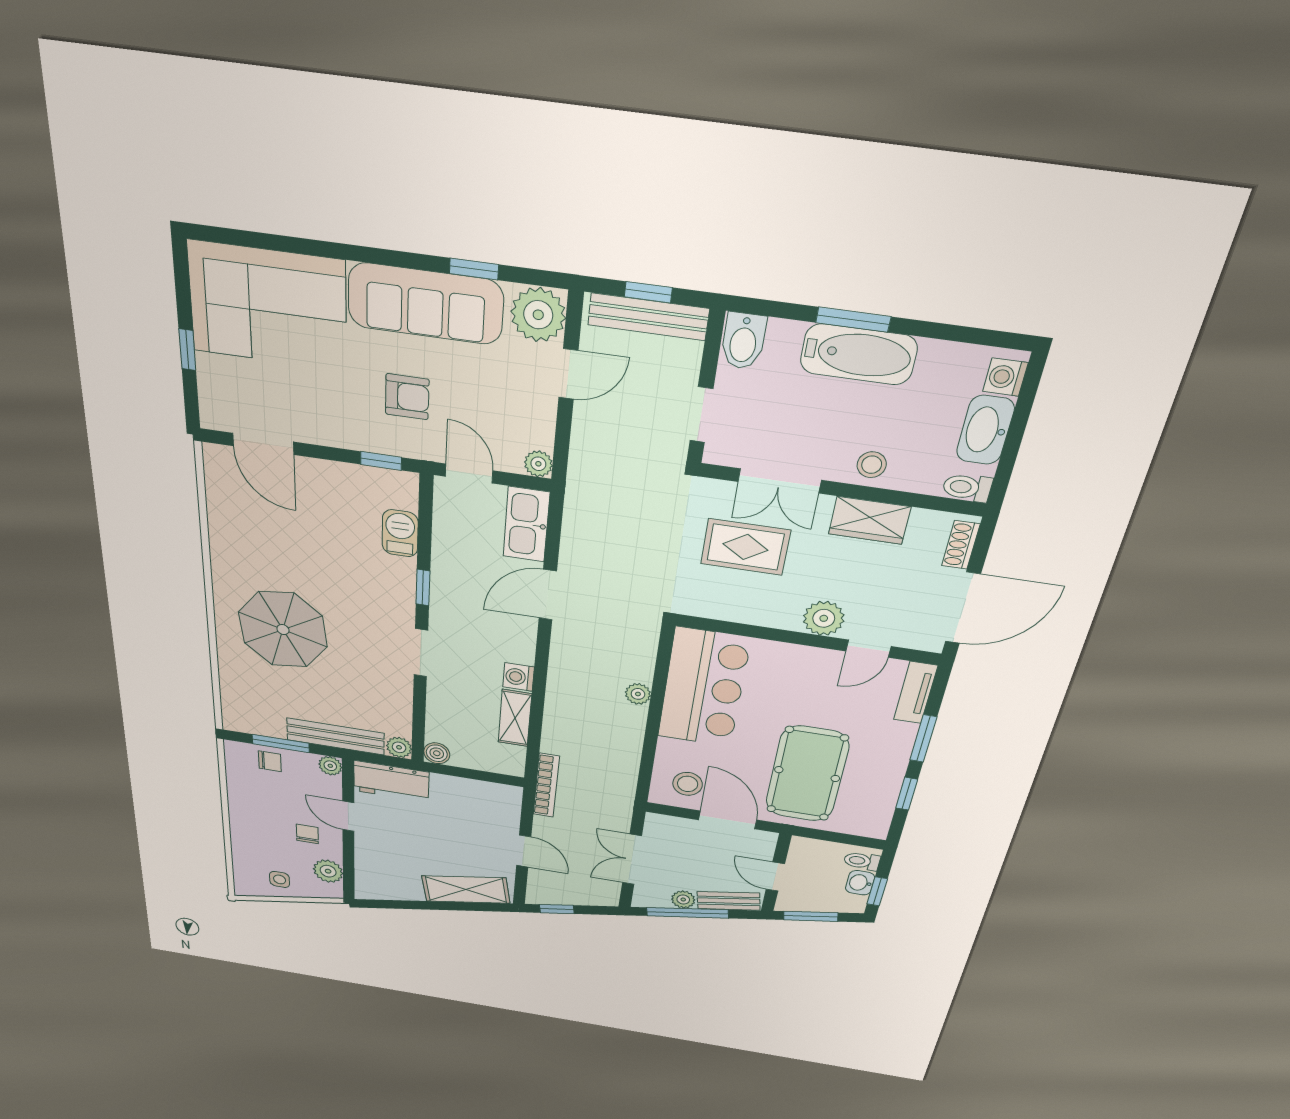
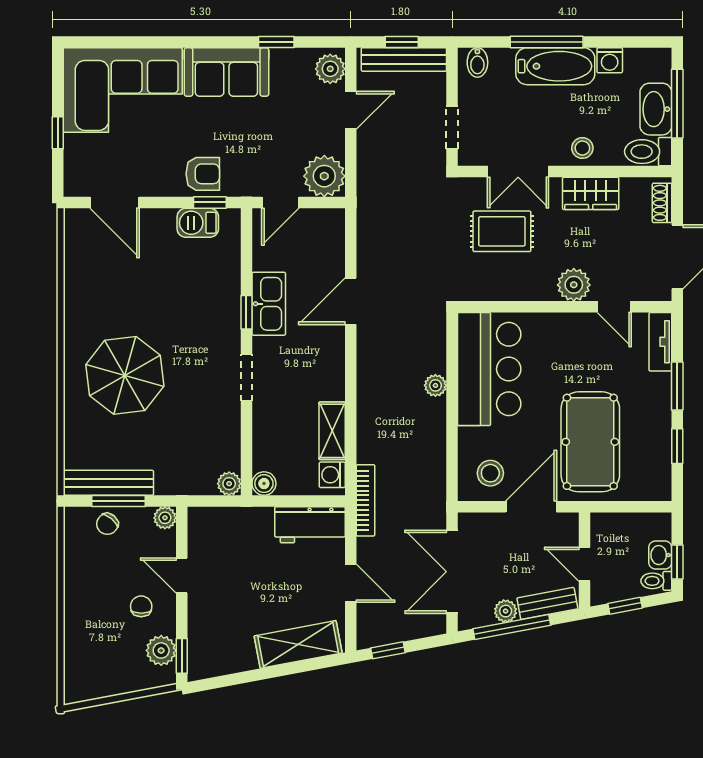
sofa: (425, 304) -> (226, 72), width x0.73
plant: (538, 315) -> (330, 69), width x0.73, depth x0.73
window: (853, 320) -> (547, 42), width x1.44
bidet: (743, 341) -> (477, 62), width x0.72, depth x0.74
washing machine: (1005, 377) -> (610, 60), moved, turned -90
armchair: (407, 397) -> (203, 174), moved
window: (1017, 427) -> (677, 104), added
plant: (538, 464) -> (324, 176), width x1.88, depth x1.88
door: (469, 474) -> (280, 202), swing flipped
toilet: (967, 488) -> (648, 152), width x1.37, depth x1.39
kitchen sink: (526, 524) -> (269, 304), moved, turned 180
barbecue: (400, 533) -> (198, 223), moved, turned -90
door: (868, 649) -> (614, 307), hinge flipped
washing machine: (519, 677) -> (332, 475), moved
bench: (335, 736) -> (108, 483), moved
chair: (270, 761) -> (107, 524), turned 130
workbench: (391, 781) -> (310, 525), moved
door: (728, 820) -> (531, 507), hinge flipped
double door: (632, 859) -> (452, 572), width x1.37
toilet: (862, 861) -> (656, 581), moved
side table: (280, 879) -> (111, 673), removed
window: (349, 879) -> (182, 656), added
window: (811, 916) -> (625, 606), width x0.67

